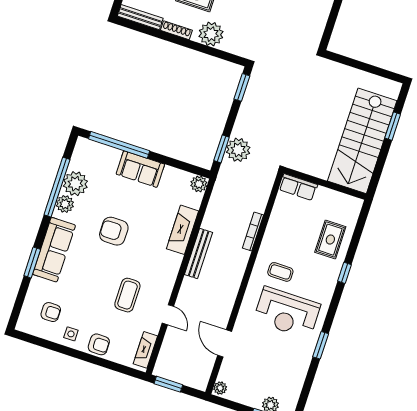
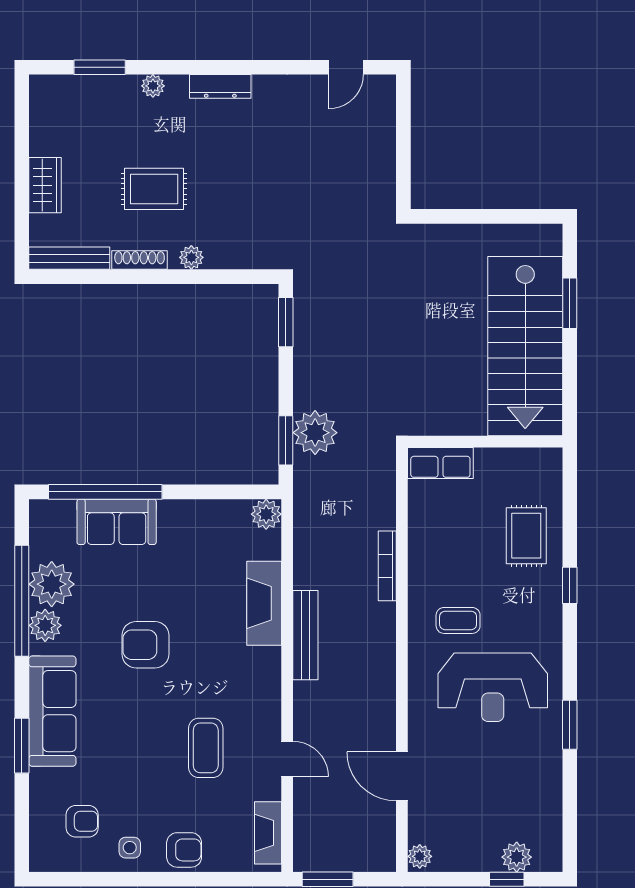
plant: (211, 34) -> (191, 257), width x0.53, depth x0.53
sofa: (140, 169) -> (117, 522), moved

